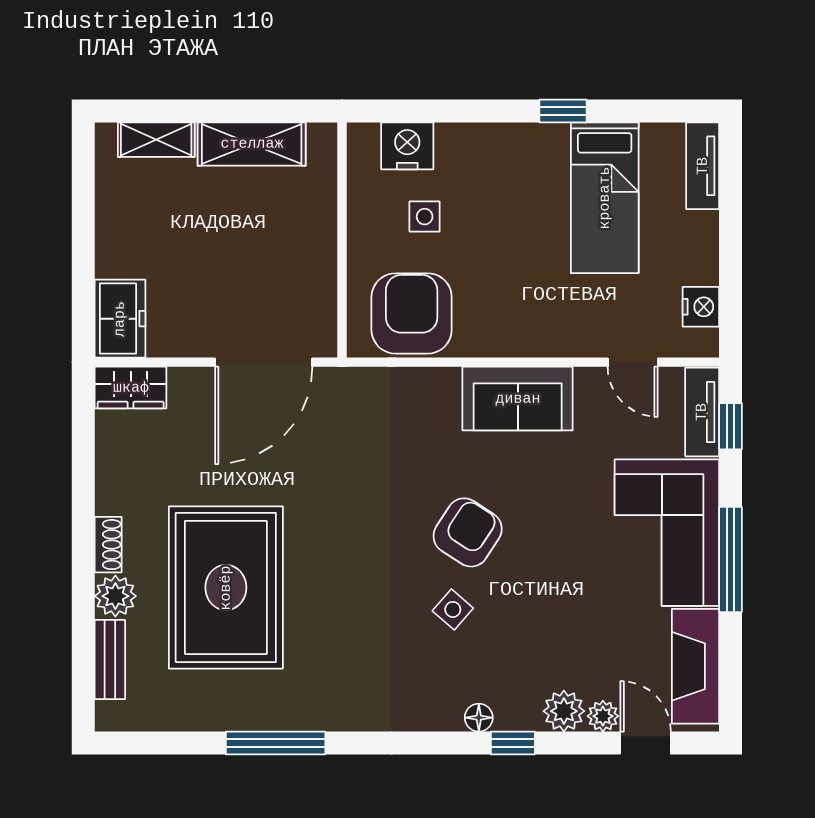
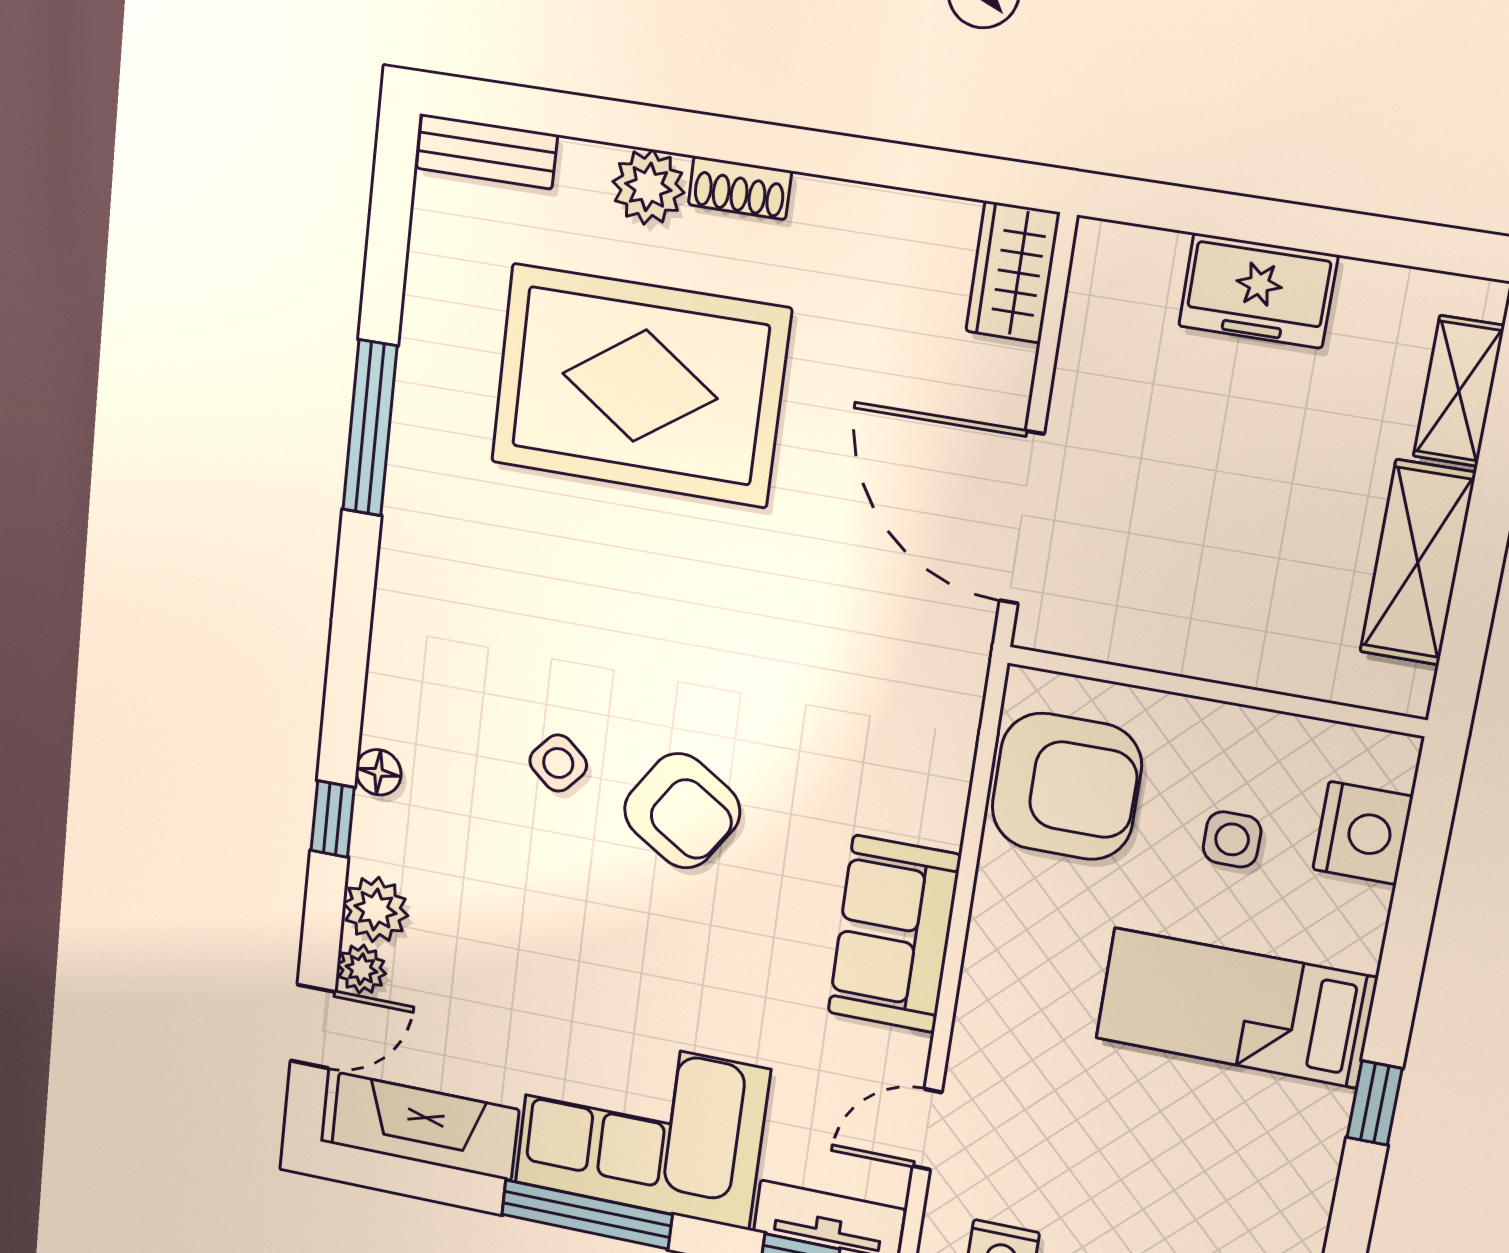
bed: (605, 198) -> (1236, 1008), moved
freezer: (120, 319) -> (1258, 291), moved
bench: (110, 659) -> (487, 152), moved

